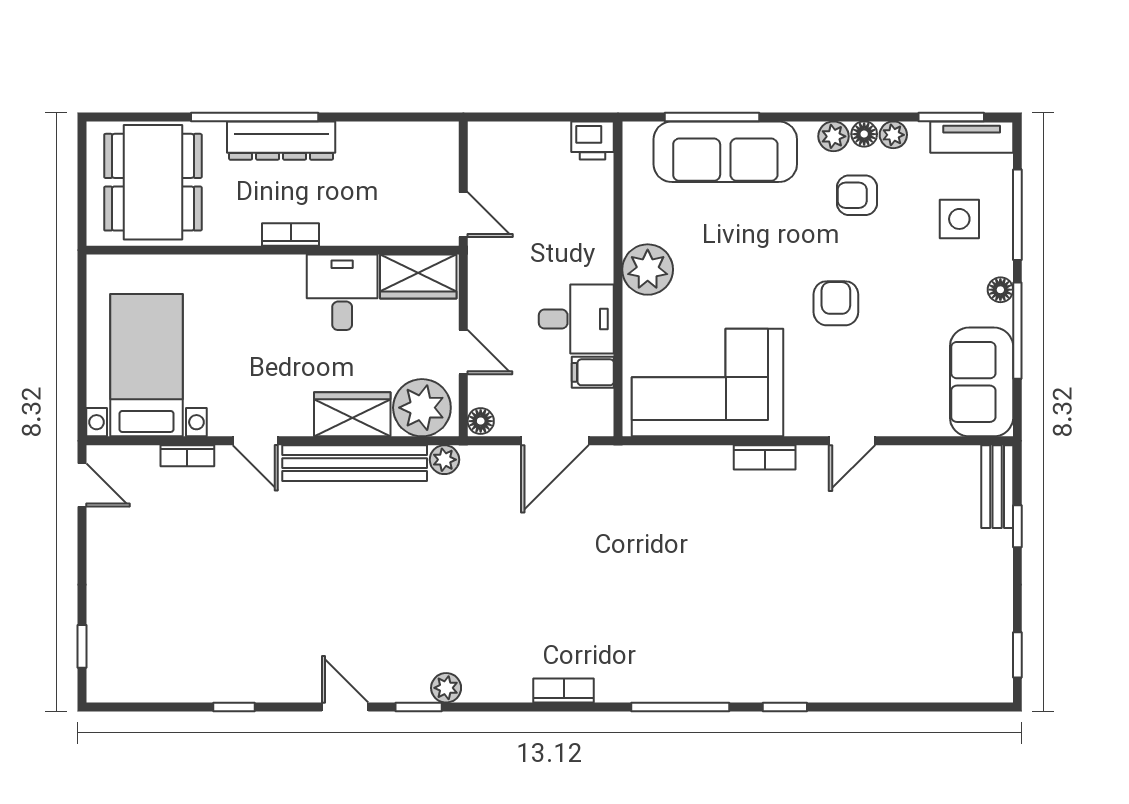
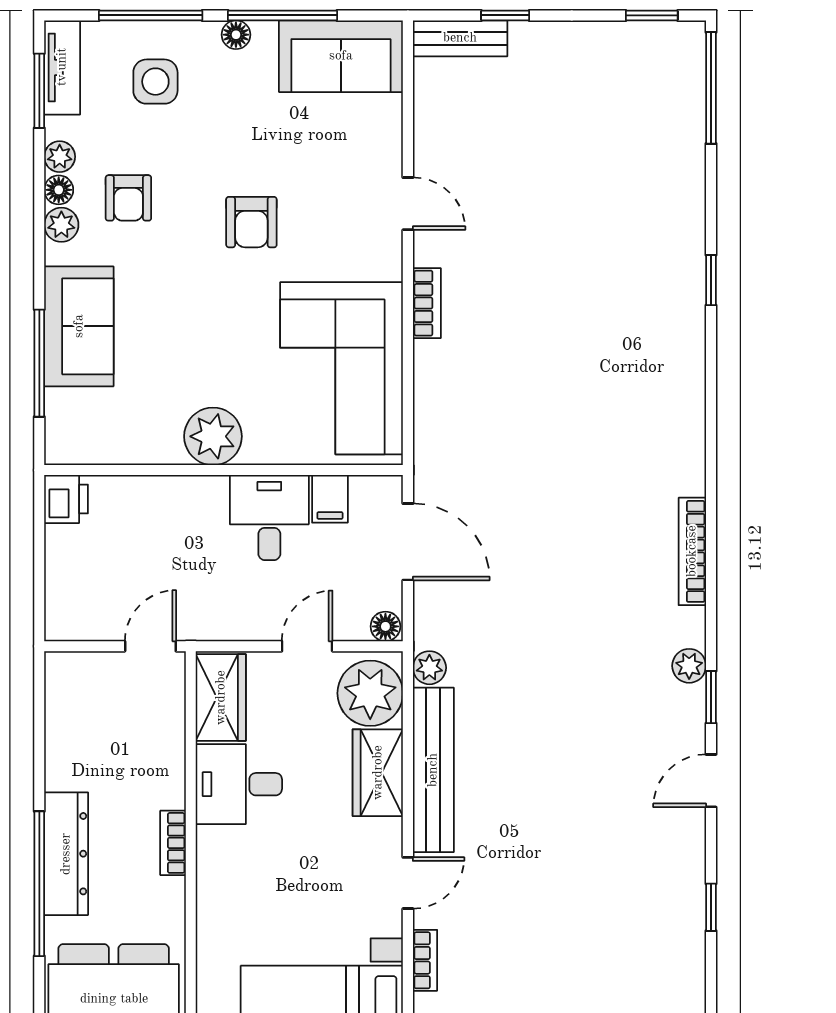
sofa: (725, 152) -> (79, 326), width x0.73
armchair: (836, 303) -> (251, 222), turned -90
bookcase: (564, 691) -> (692, 551), width x1.56
window: (680, 707) -> (711, 88), moved

